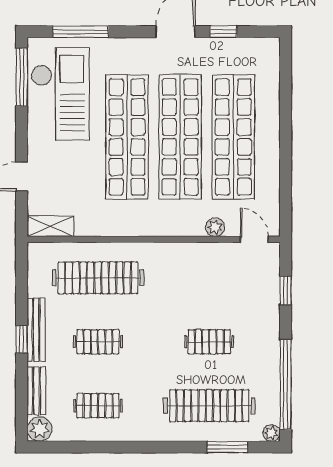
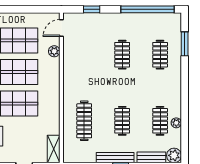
clothes rail: (98, 278) -> (84, 121), width x0.73, depth x0.76
clothes rail: (209, 406) -> (160, 55), width x0.54, depth x0.76
plant: (272, 433) -> (176, 123), moved

